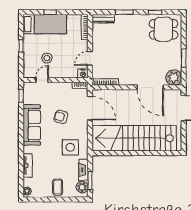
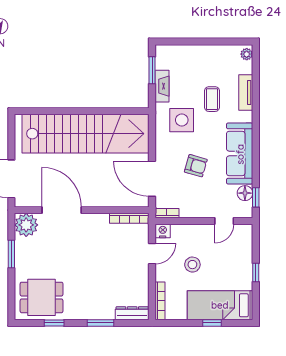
stool: (47, 58) -> (192, 265), moved
floor lamp: (28, 99) -> (245, 193), added
coffee table: (58, 187) -> (212, 99), moved
plant: (82, 187) -> (164, 60), removed

